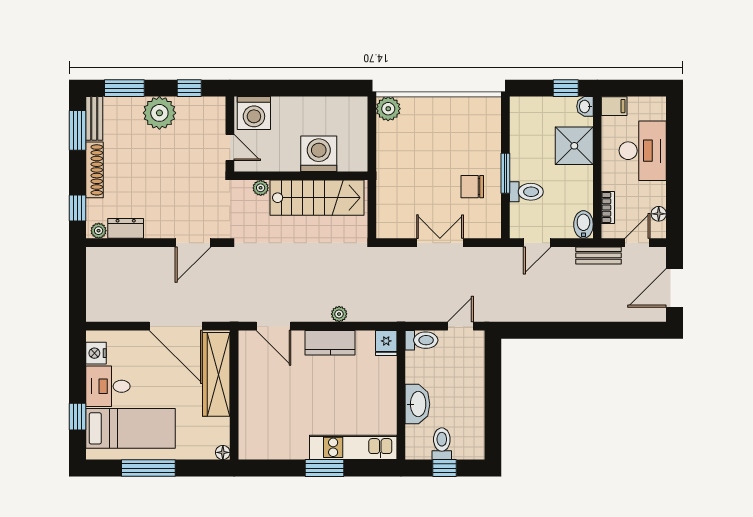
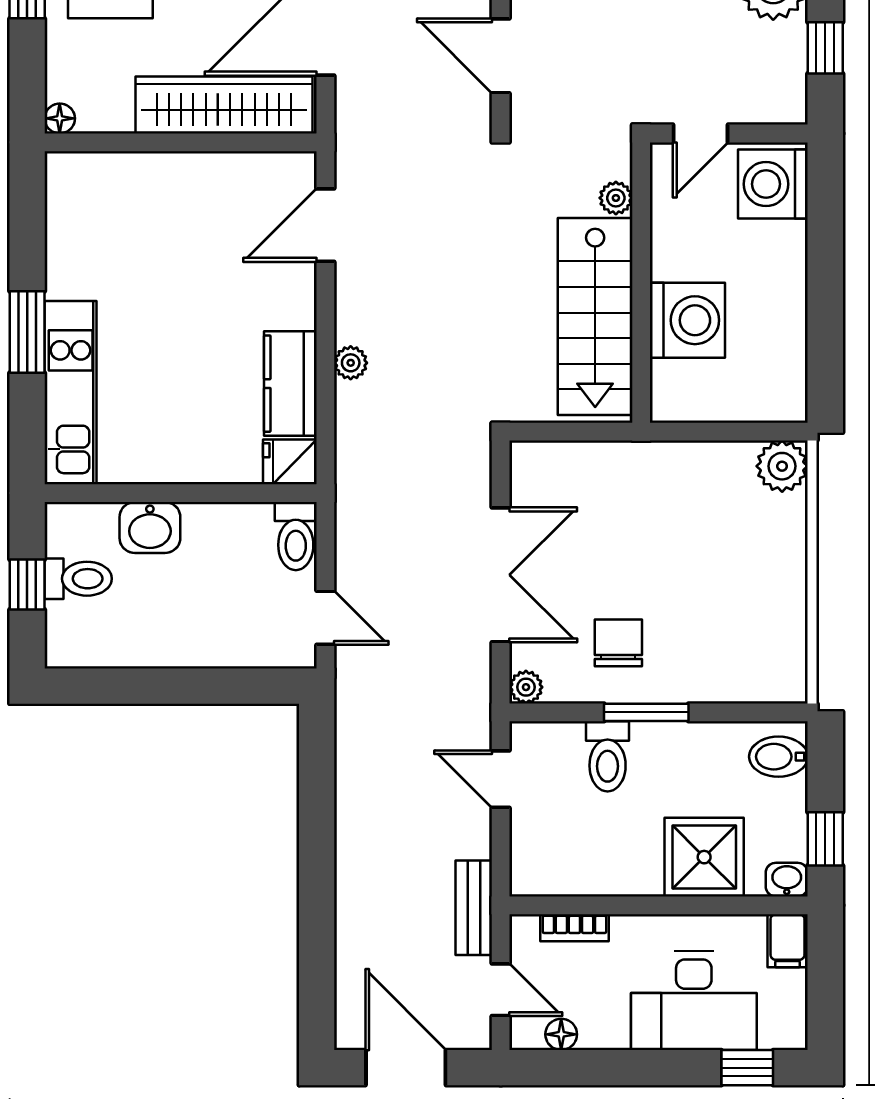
window: (674, 125) -> (747, 1068), added
bidet: (583, 224) -> (778, 757), moved, turned 180
plant: (493, 231) -> (526, 687), added
double door: (440, 243) -> (501, 575), width x1.37
kitchen counter: (330, 343) -> (290, 384), moved
washbasin: (417, 404) -> (150, 528), width x0.72

